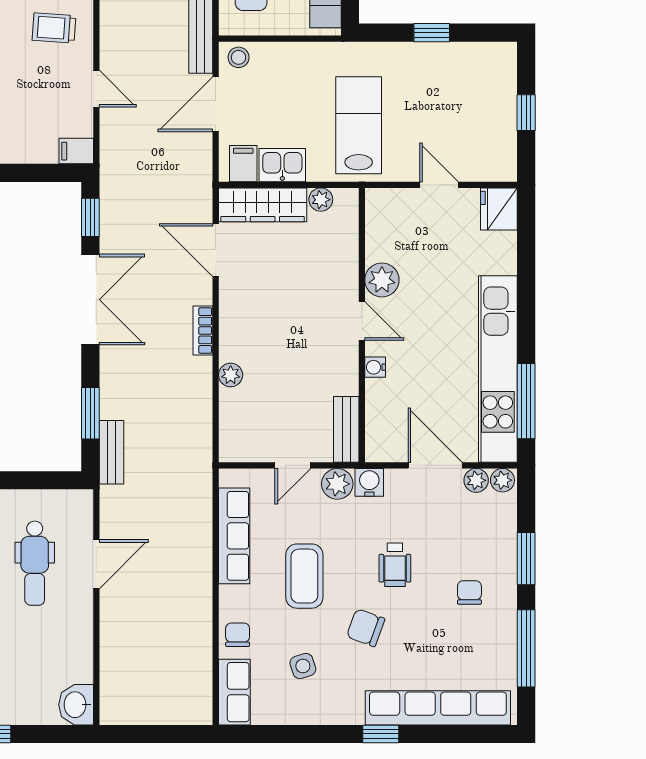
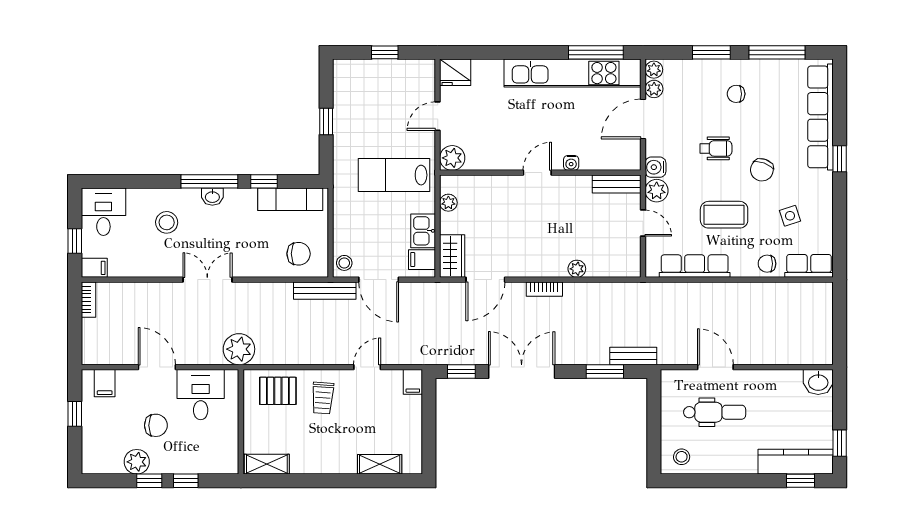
wardrobe: (263, 205) -> (452, 256), width x0.67
plant: (382, 280) -> (452, 158), moved

